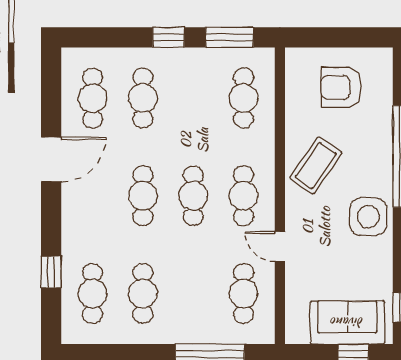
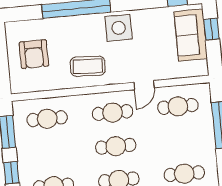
coffee table: (316, 165) -> (88, 66), turned -32

